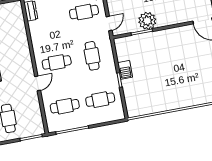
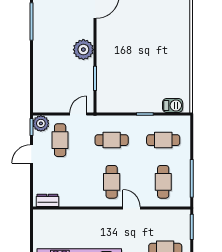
plant: (147, 21) -> (83, 50), moved
door: (109, 23) -> (78, 114), hinge flipped
barbecue: (125, 70) -> (173, 105), moved
cafe table: (100, 100) -> (163, 140), turned 90

